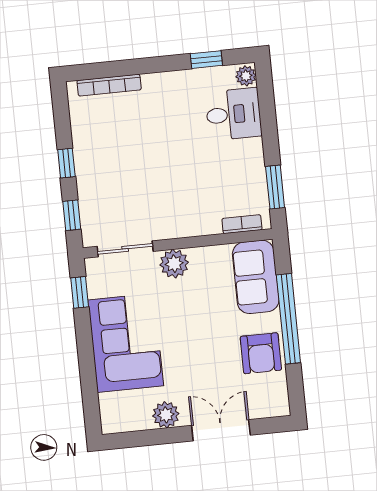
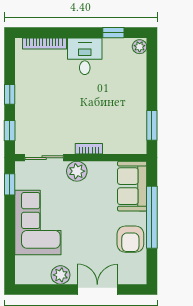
desk: (233, 114) -> (85, 56), moved, turned -90
bookcase: (242, 224) -> (89, 149), moved

